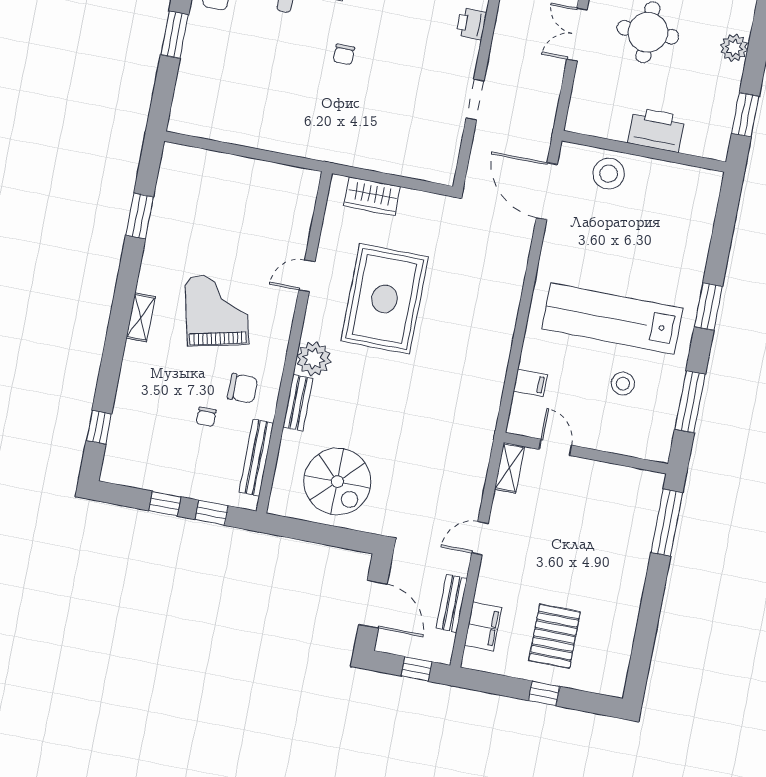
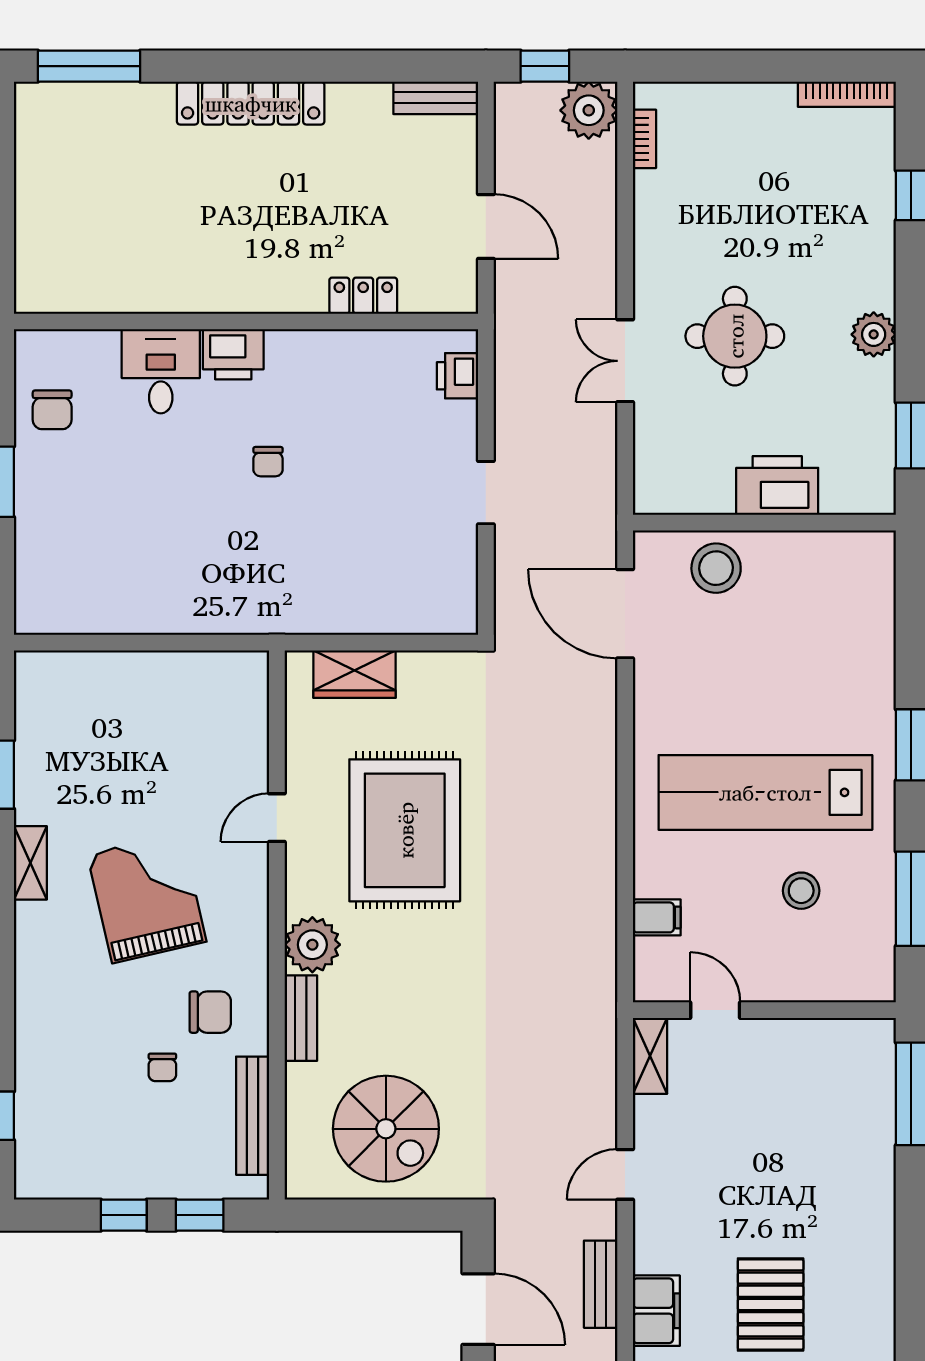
shelving: (141, 317) -> (30, 863), moved

